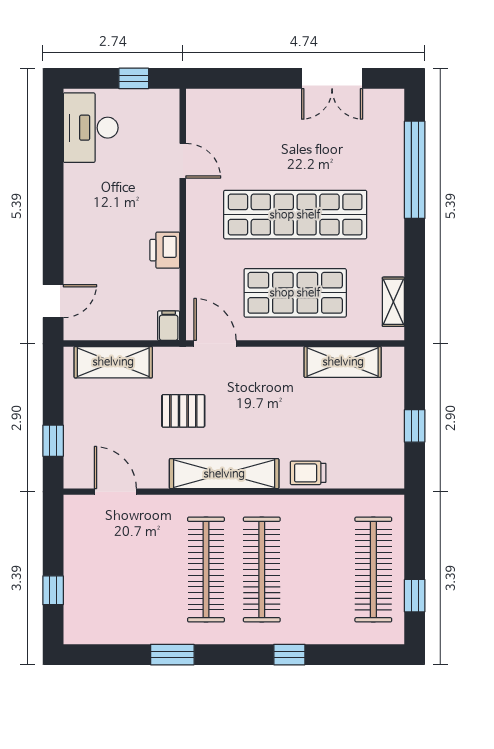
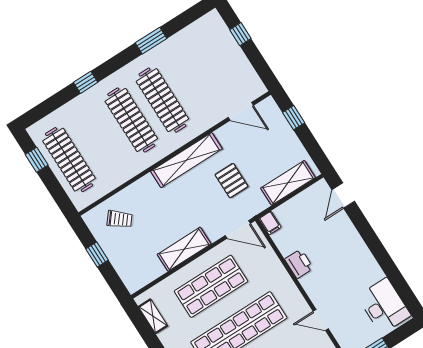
shelving: (343, 362) -> (184, 249), moved
pallet: (183, 411) -> (232, 181), turned 90
trolley: (308, 473) -> (119, 219), moved, turned 39

